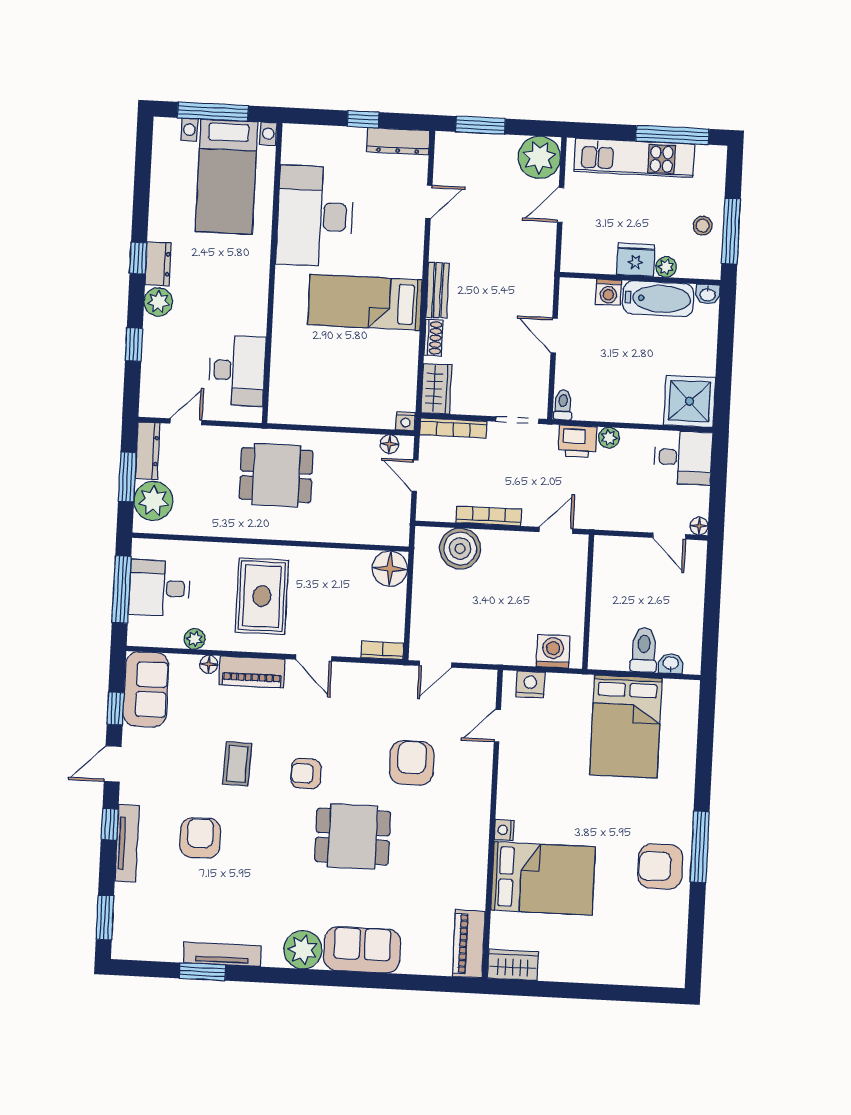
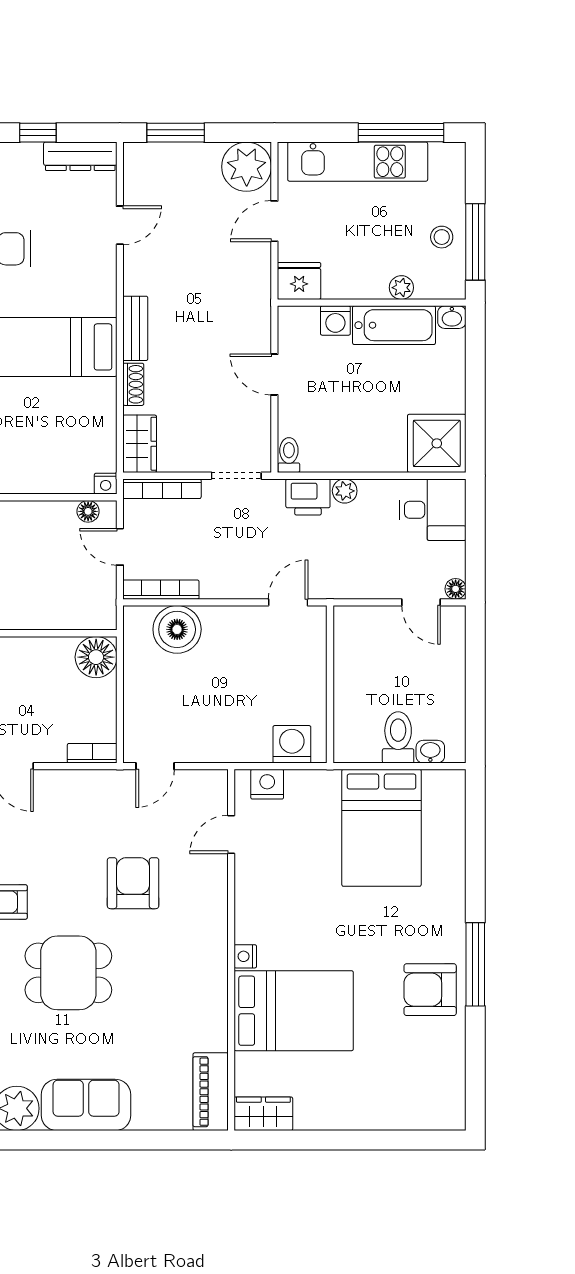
fridge: (636, 260) -> (299, 281), moved
bookcase: (489, 516) -> (161, 590), moved

